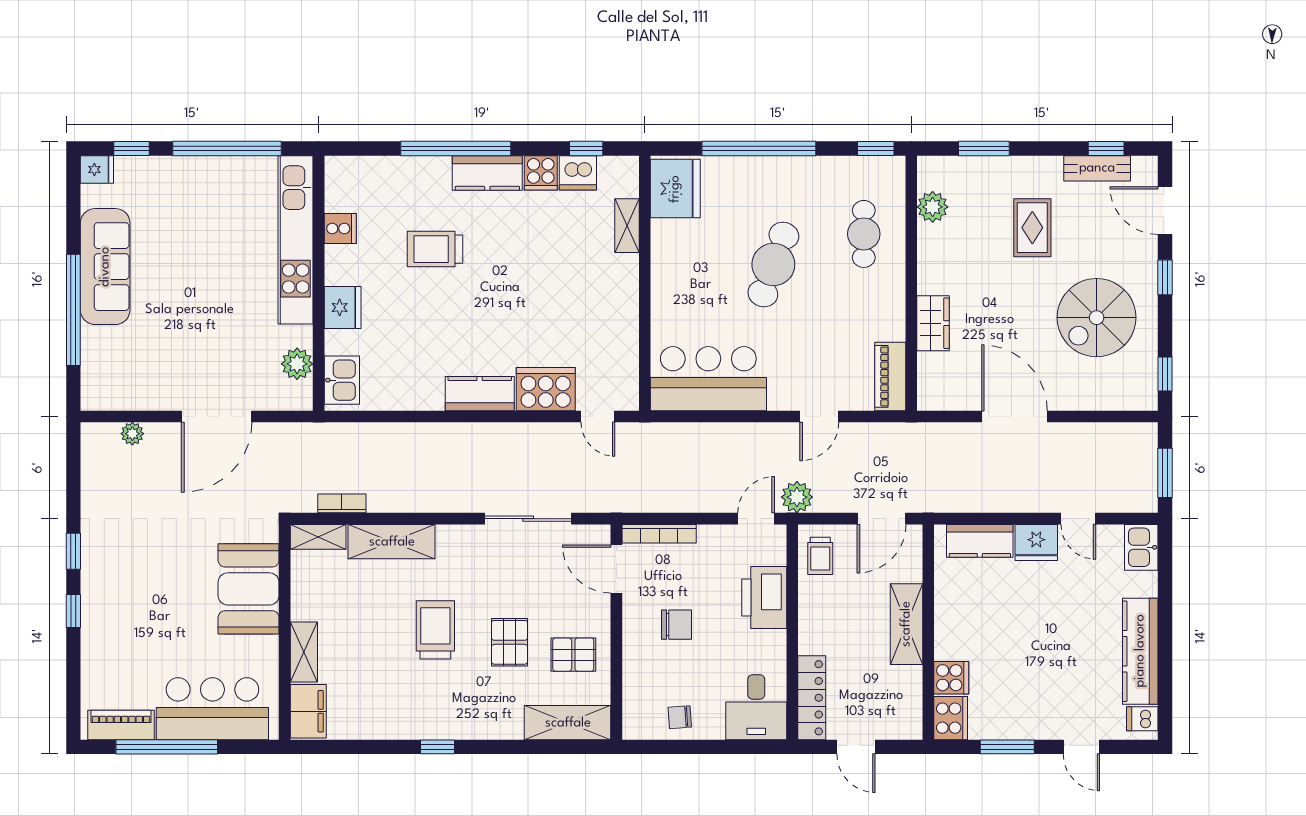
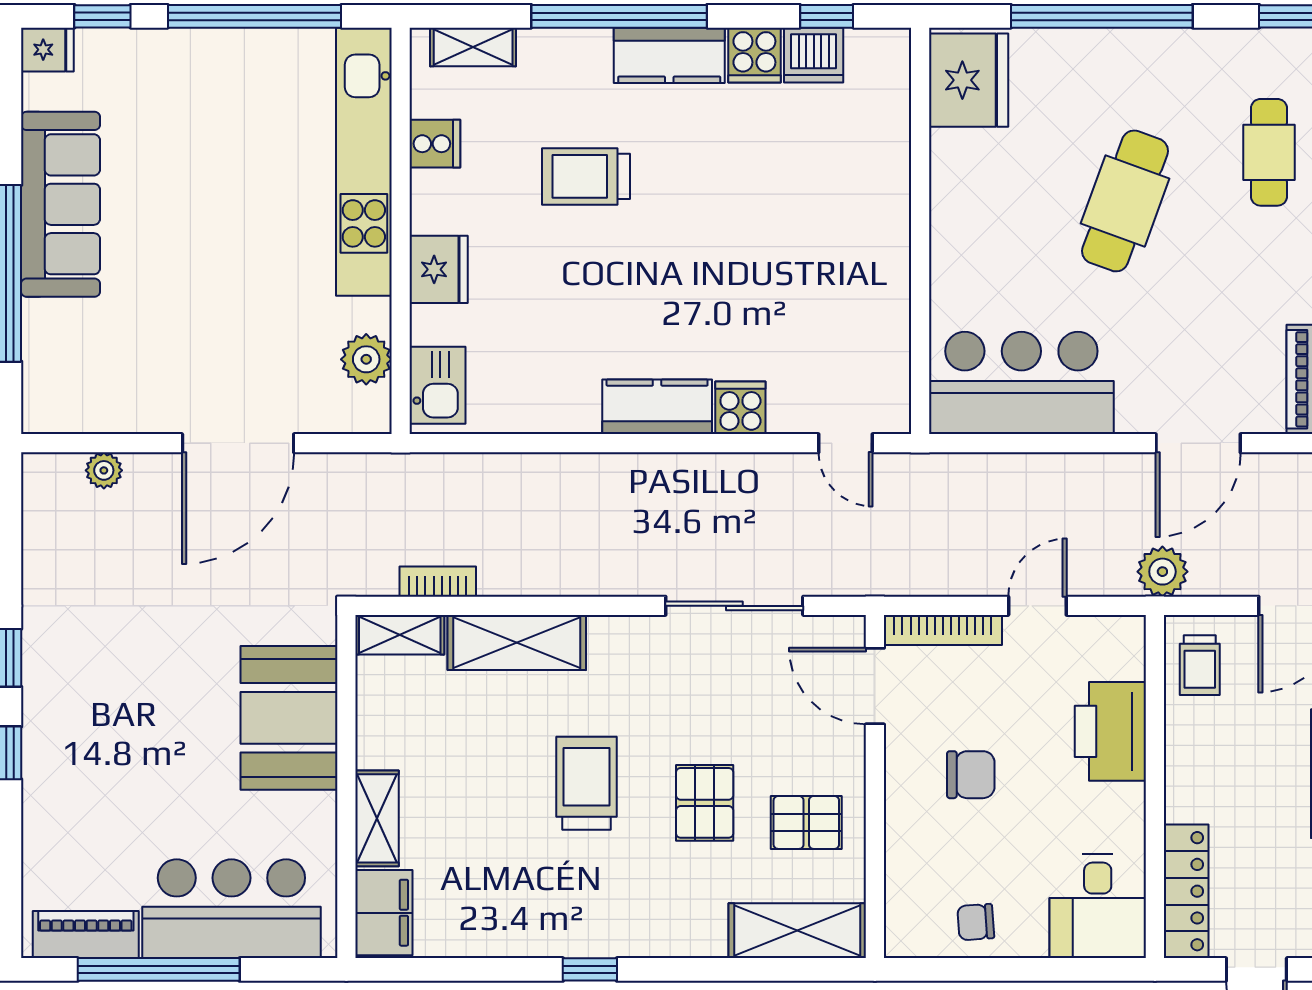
shelving: (627, 226) -> (473, 47), moved, turned 90
cooker: (546, 389) -> (740, 408), width x0.53, depth x0.76
door: (819, 417) -> (1198, 443), width x1.38
door: (756, 519) -> (1037, 606), moved

